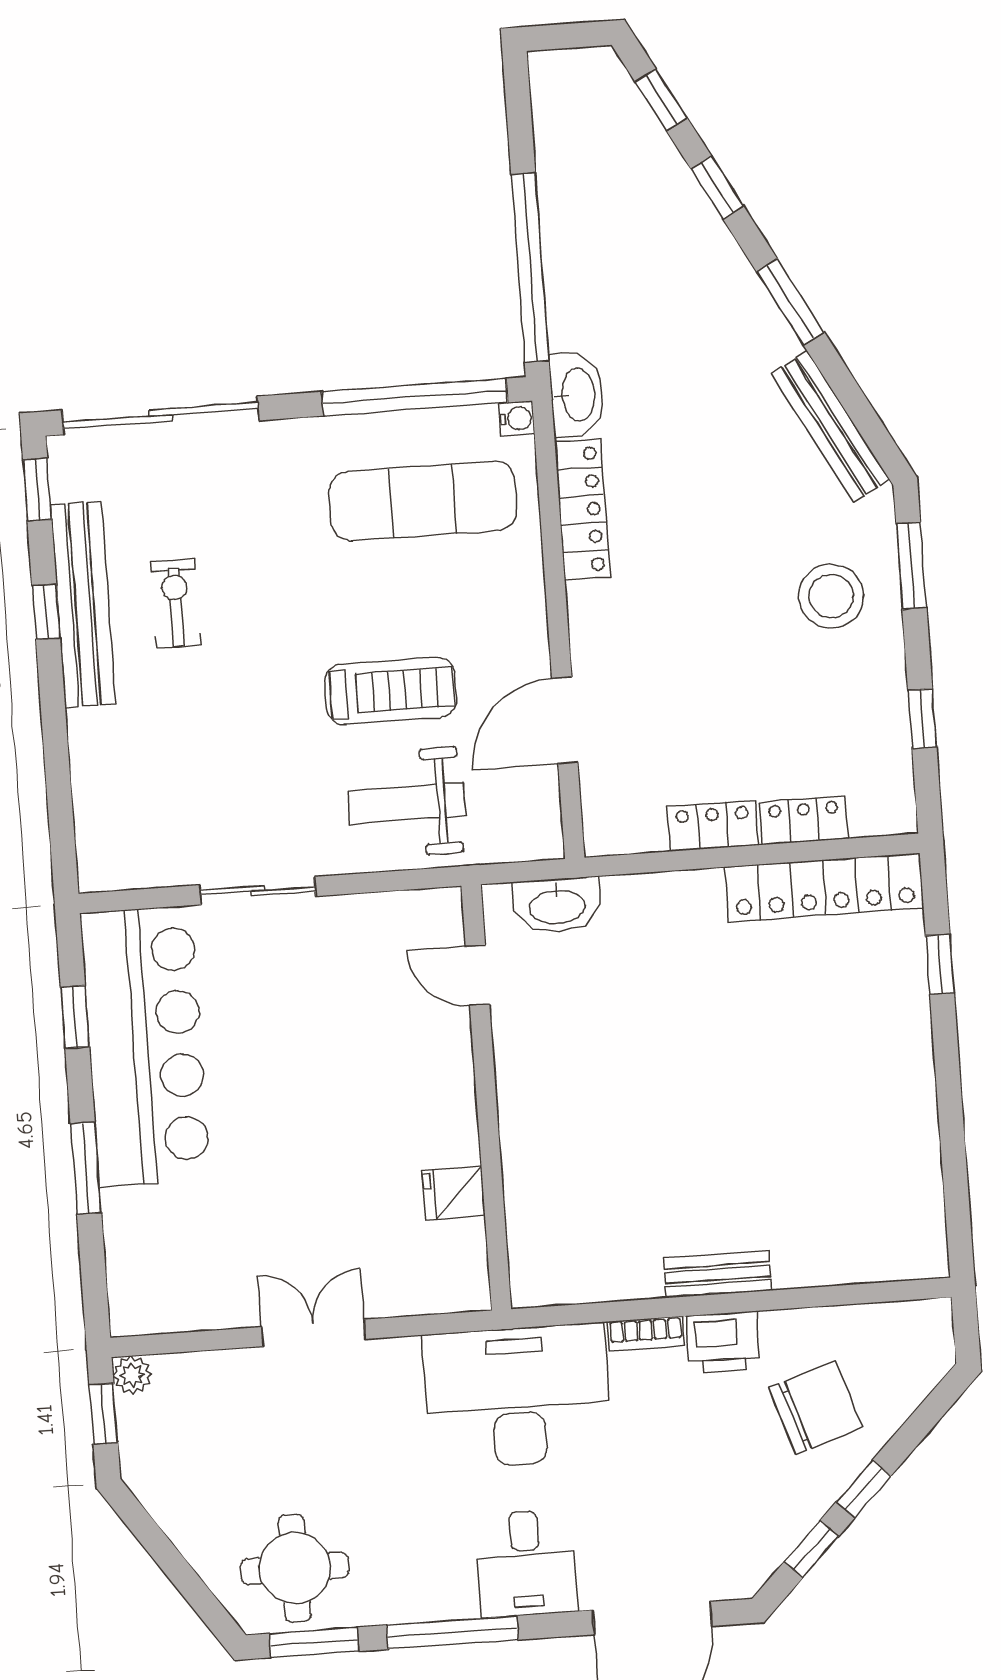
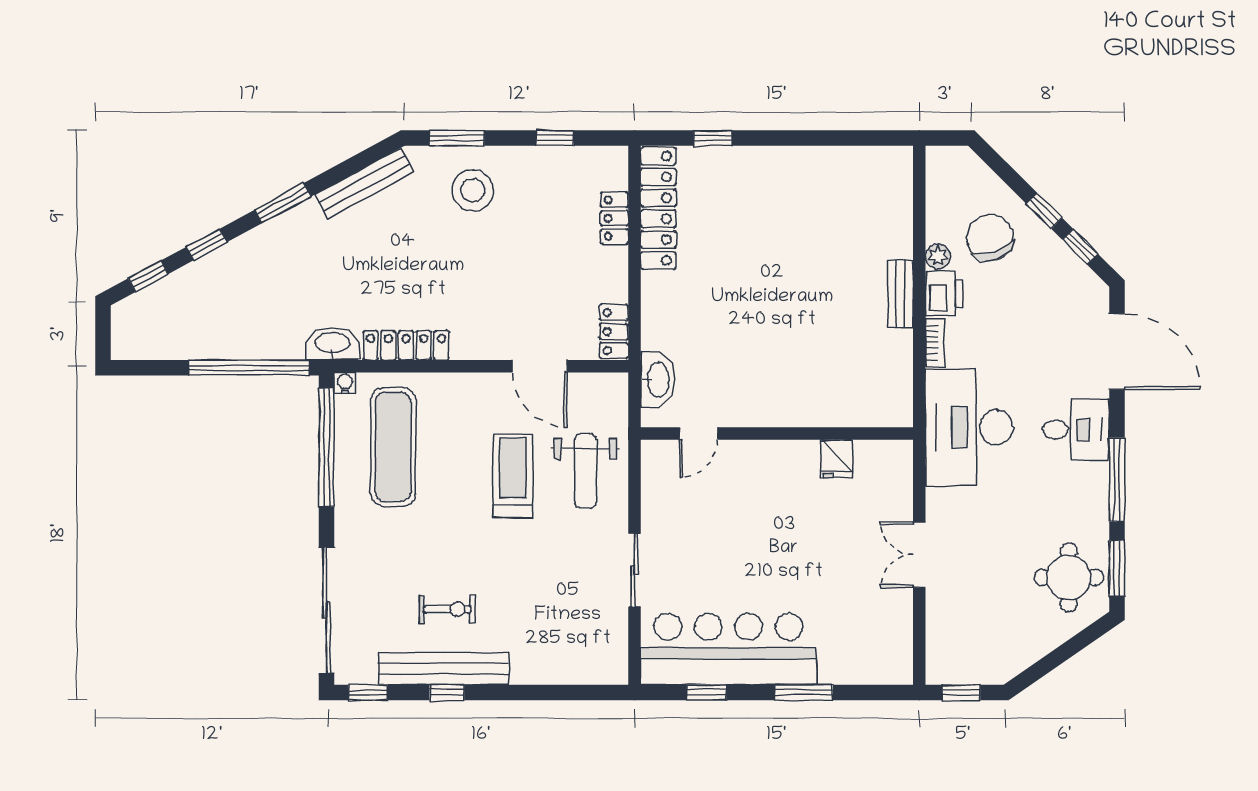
exercise bike: (176, 603) -> (447, 609), turned 180
locker: (713, 826) -> (614, 331), moved
plant: (132, 1375) -> (938, 256), moved

